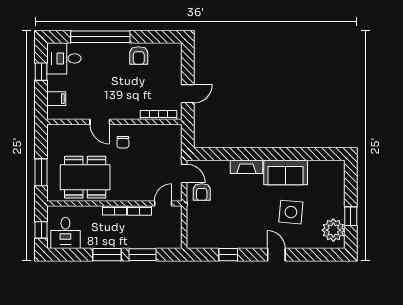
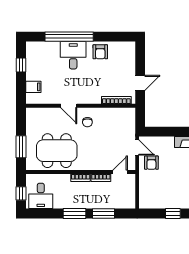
desk: (64, 58) -> (73, 55), moved, turned 90

